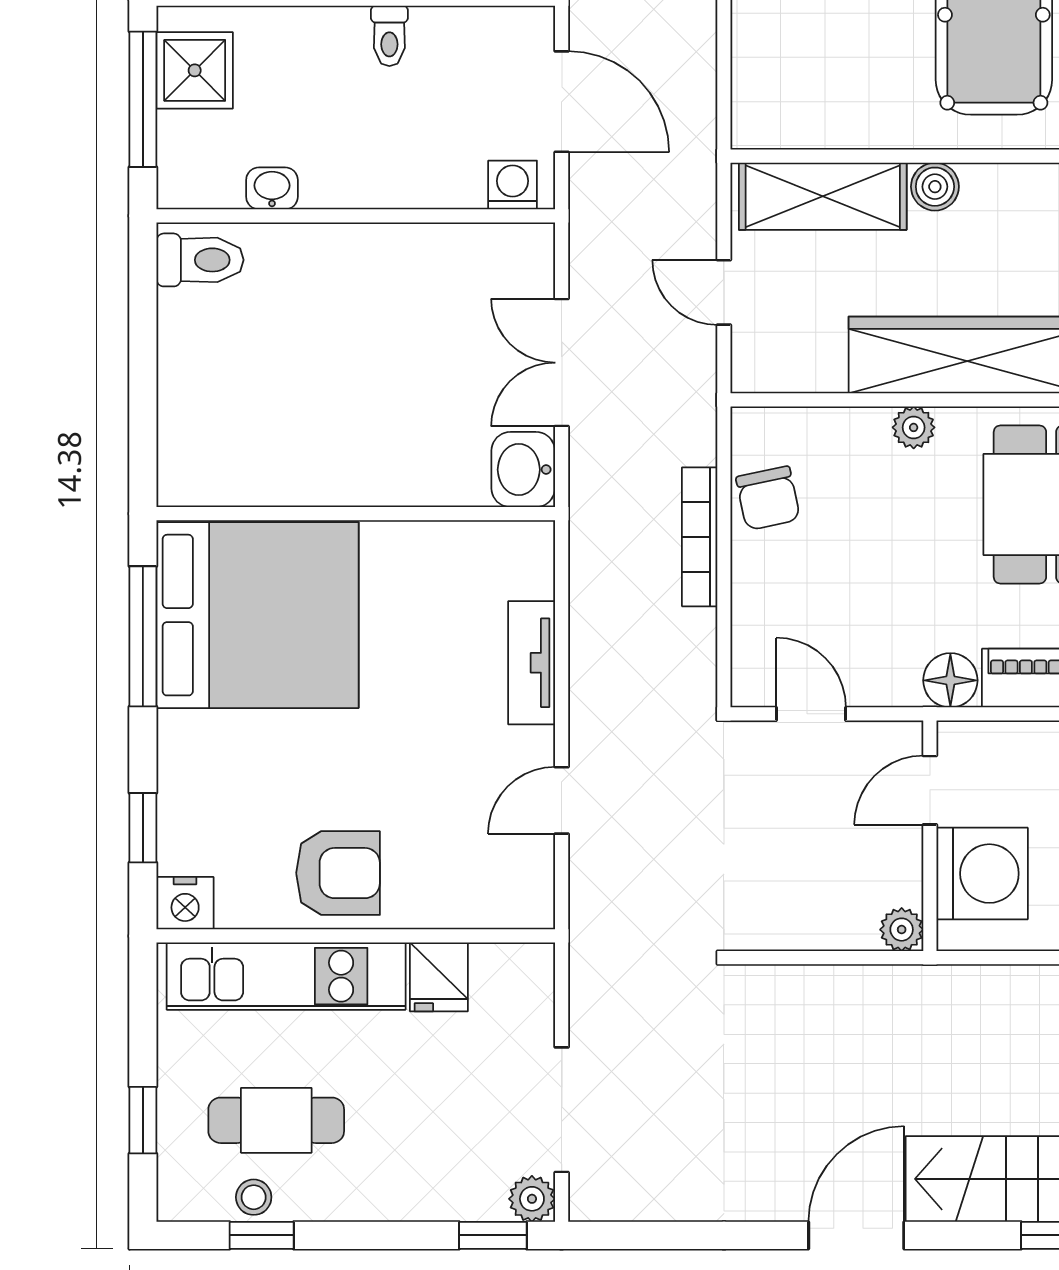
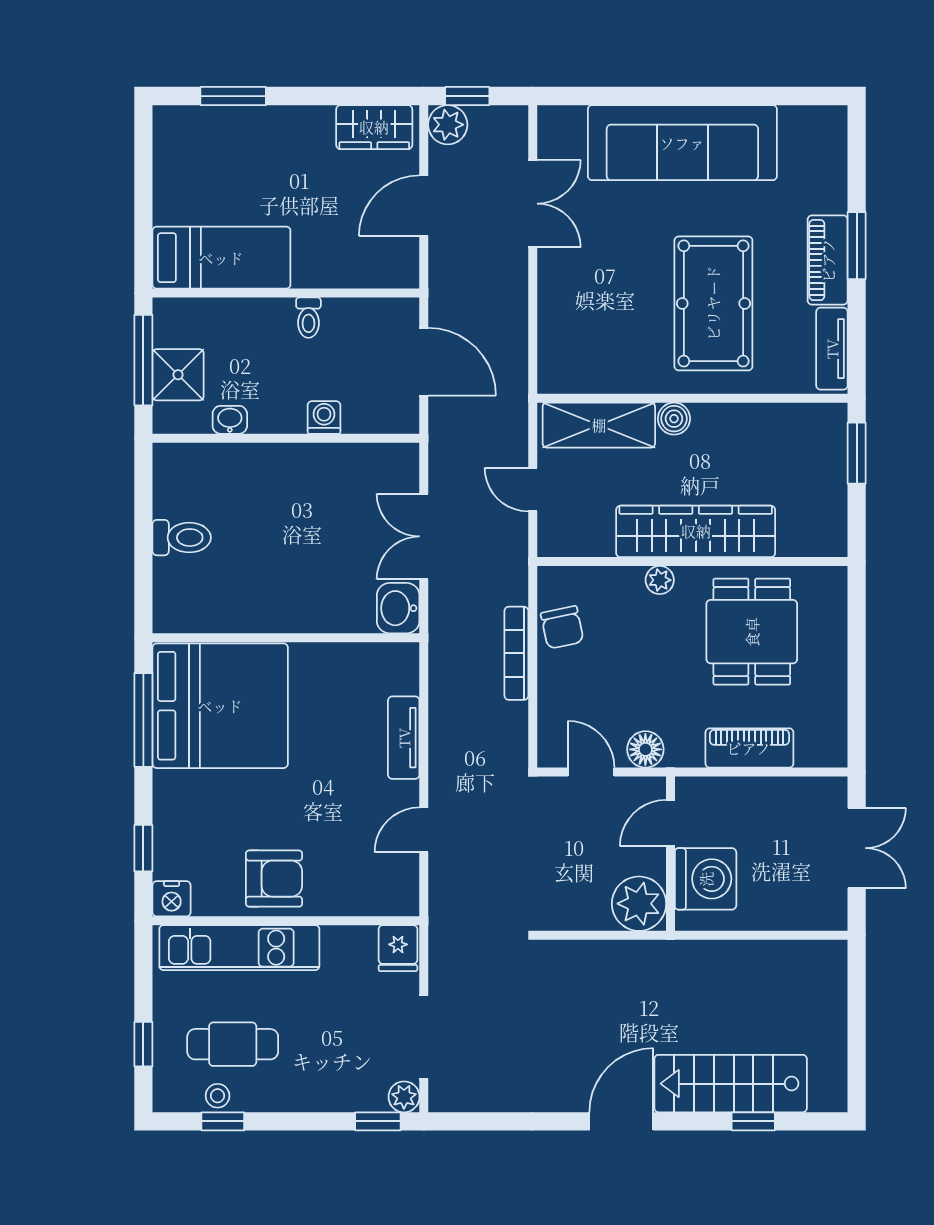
shower: (195, 70) -> (178, 375), moved
washing machine: (513, 185) -> (324, 417), moved
toilet: (200, 260) -> (182, 538), moved
floor lamp: (950, 680) -> (645, 749), moved
plant: (902, 930) -> (639, 904), width x1.87, depth x1.87
fridge: (439, 977) -> (398, 948), moved

